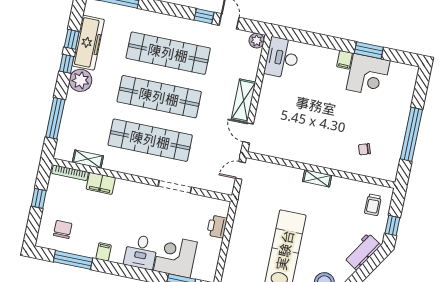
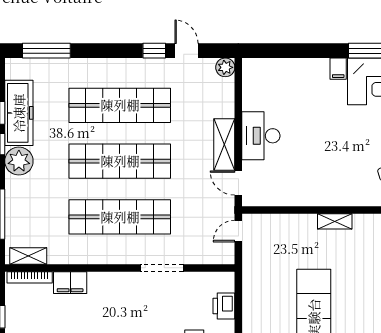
desk: (282, 58) -> (261, 136), moved
shelving: (88, 159) -> (28, 256), moved

